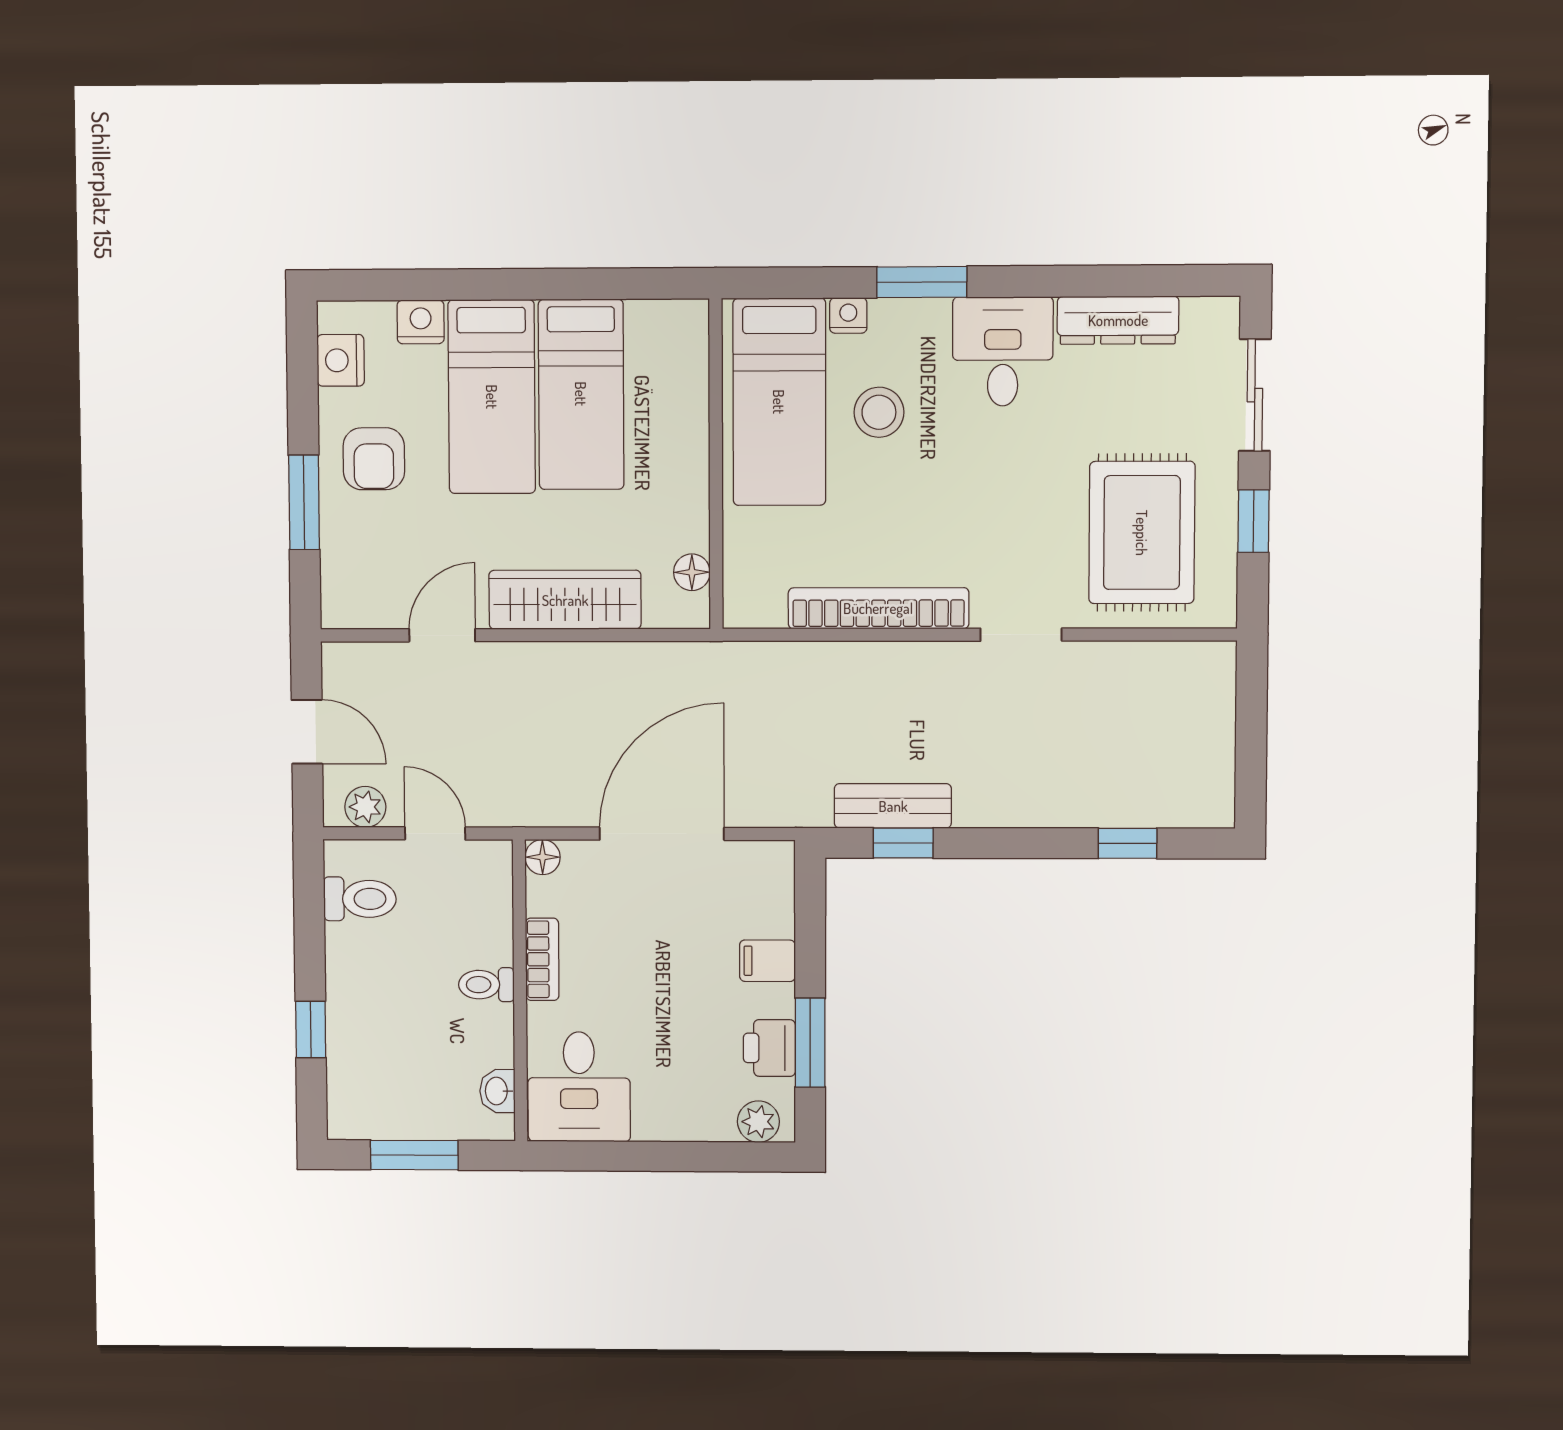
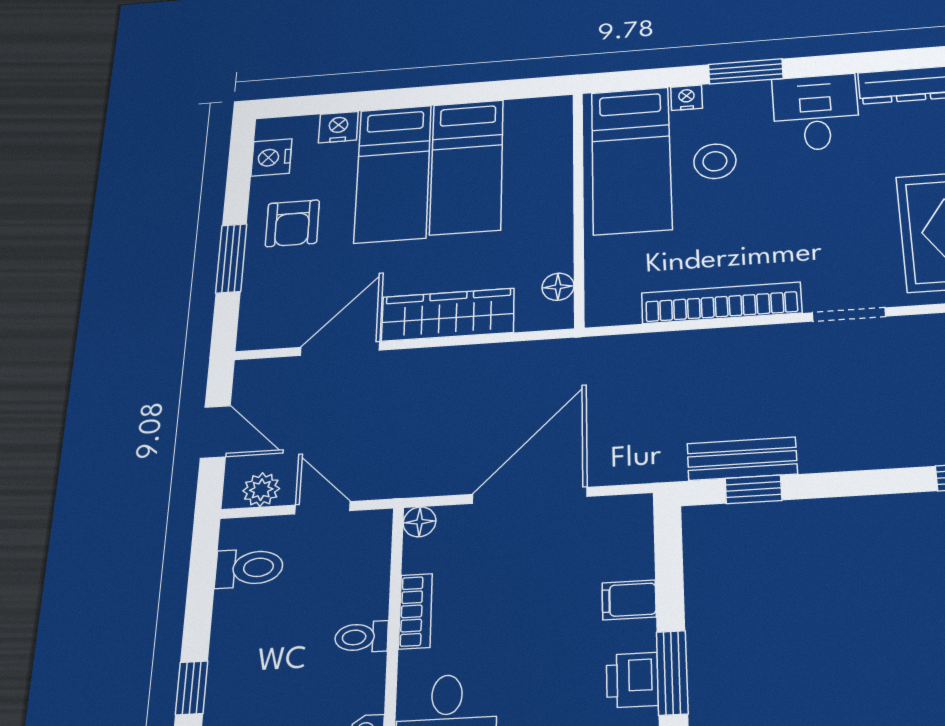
door: (442, 635) -> (340, 349), width x1.38

